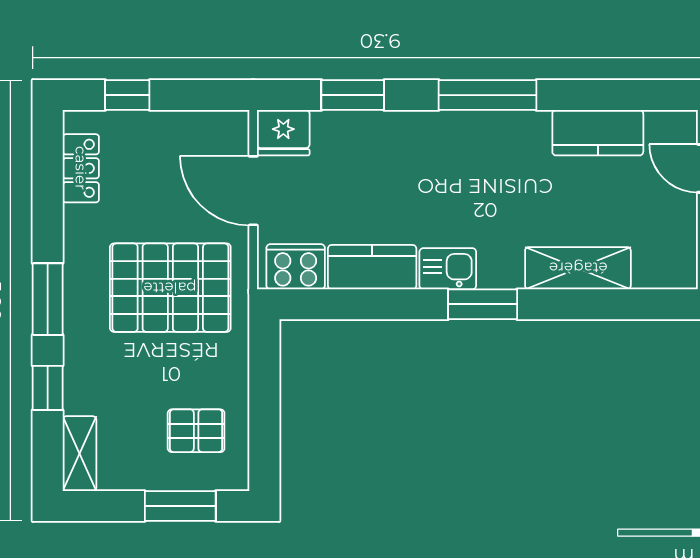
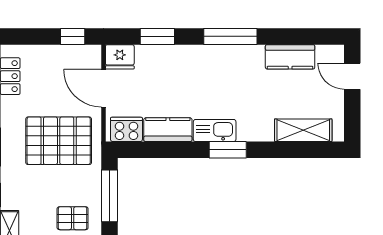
window: (127, 95) -> (73, 36), moved
shelving: (578, 268) -> (303, 130), moved
kitchen sink: (448, 269) -> (215, 131), width x1.38
window: (264, 389) -> (110, 196), added

